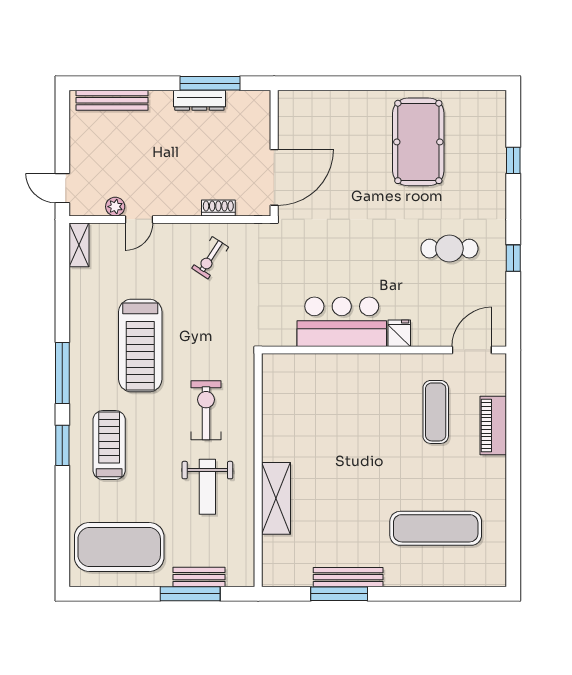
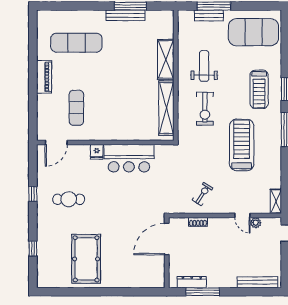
dresser: (199, 100) -> (192, 282), moved
door: (139, 219) -> (242, 215), swing flipped
shelving: (275, 411) -> (166, 108), added
piano: (493, 425) -> (44, 77), moved

